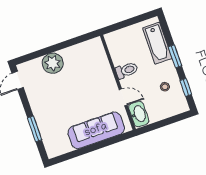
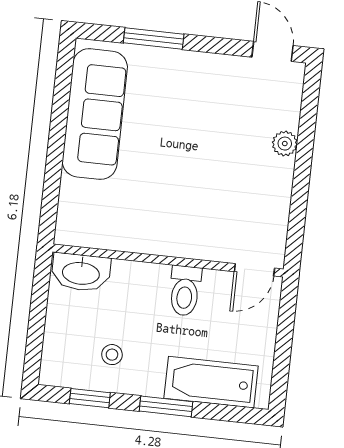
plant: (53, 63) -> (285, 144), width x0.53, depth x0.53
door: (123, 97) -> (254, 270), moved
sofa: (96, 130) -> (95, 114), moved

